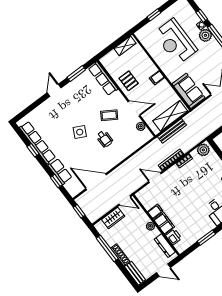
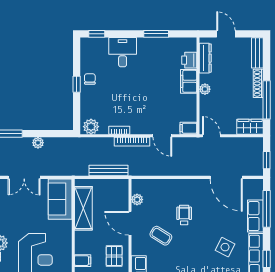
filing cabinet: (157, 78) -> (83, 261), moved
shelving: (170, 116) -> (83, 208), moved, turned 90
side table: (80, 132) -> (225, 247), moved
window: (56, 181) -> (267, 209), width x2.17
filing cabinet: (155, 211) -> (188, 128), moved
wardrobe: (113, 218) -> (250, 127), moved

